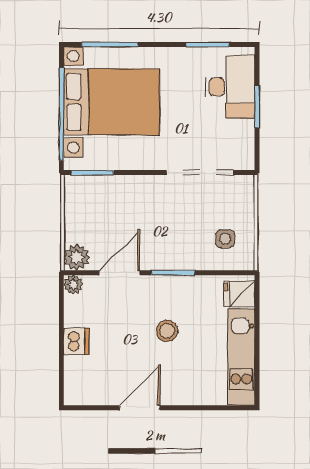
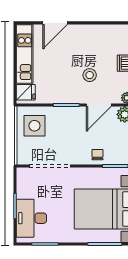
chair: (122, 191) -> (97, 155), added
side table: (225, 239) -> (34, 126), width x1.87, depth x1.87
stool: (167, 331) -> (90, 75), moved
door: (140, 408) -> (55, 23), moved

